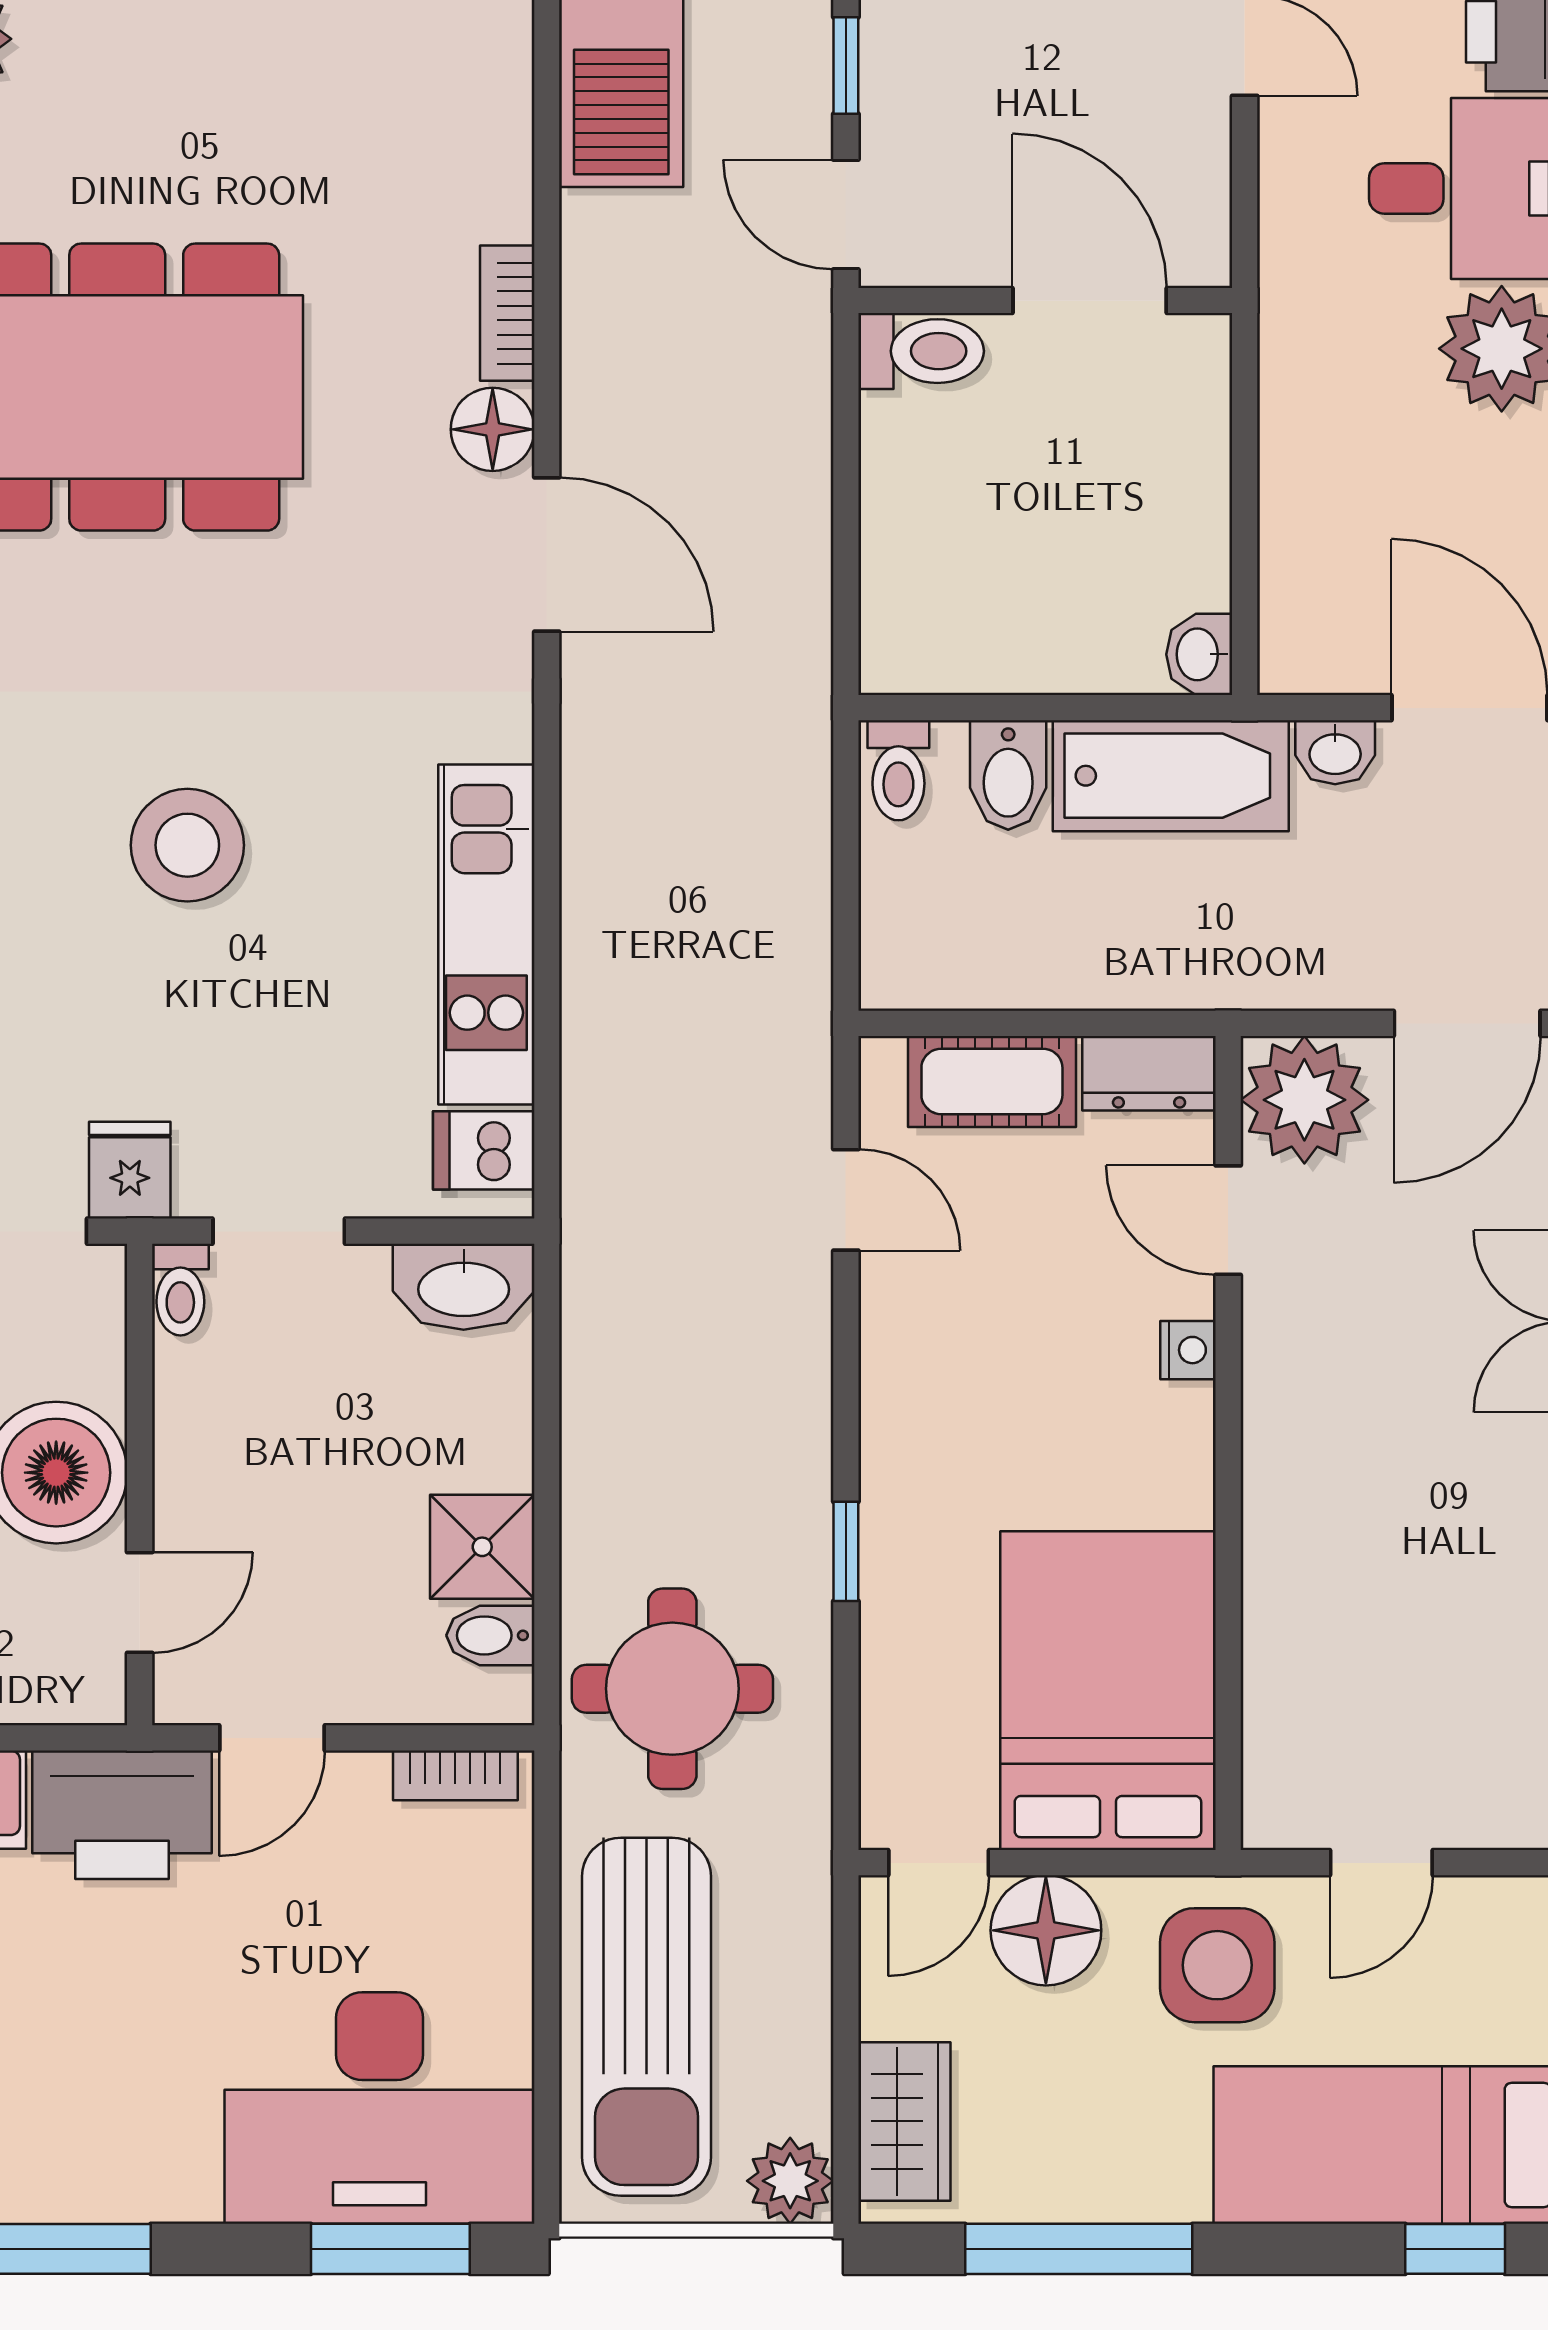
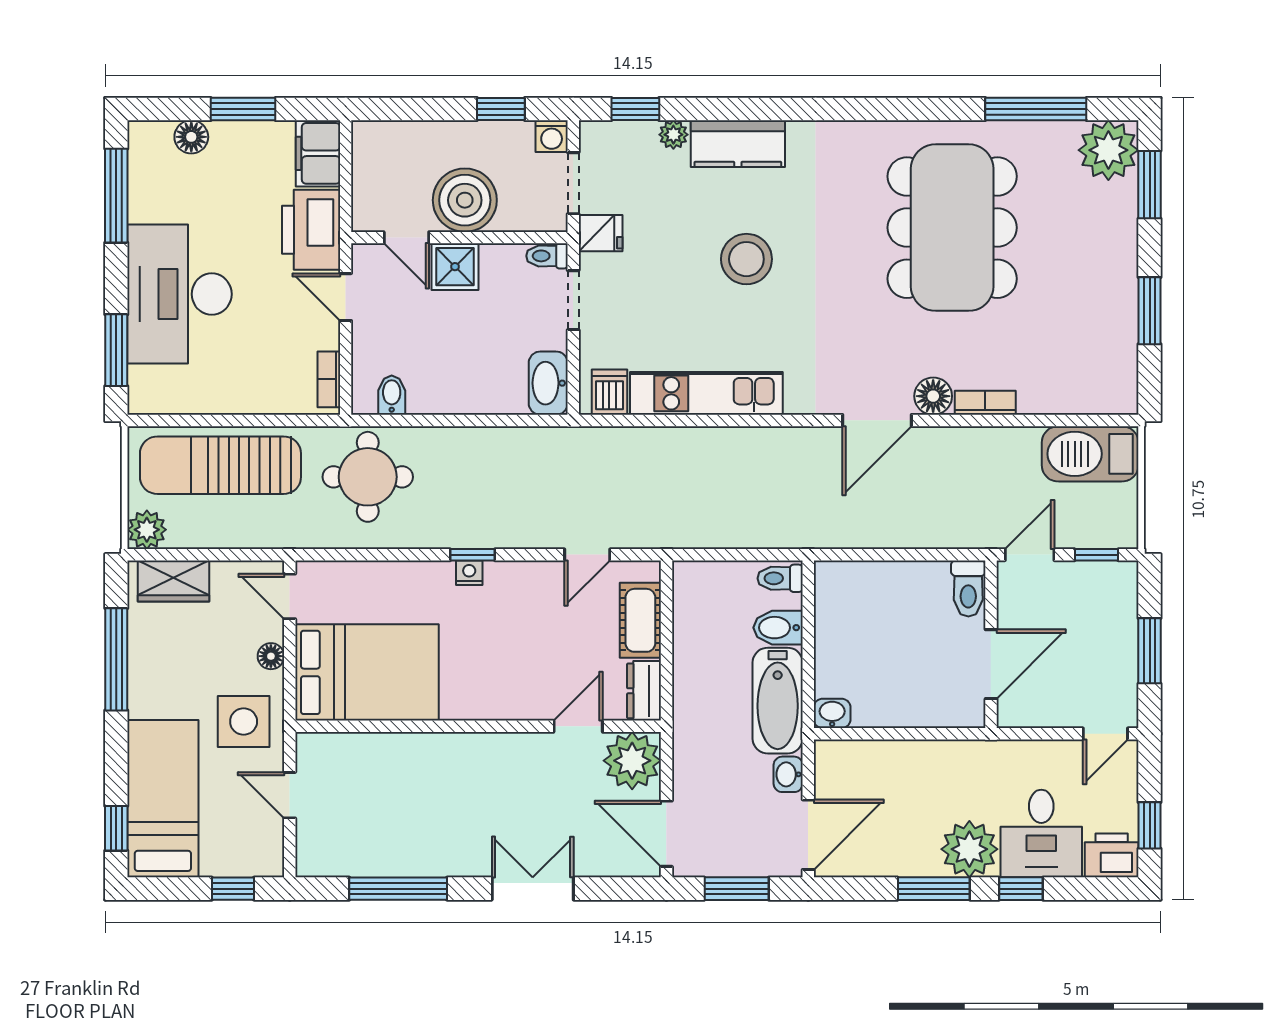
nightstand: (1188, 1350) -> (469, 573), moved, turned 180
shower: (482, 1547) -> (455, 267), moved
window: (846, 1551) -> (472, 555), moved
floor lamp: (1046, 1930) -> (271, 656), width x0.53, depth x0.53
desk: (379, 2108) -> (179, 294), moved

